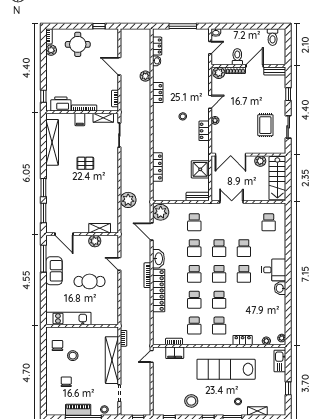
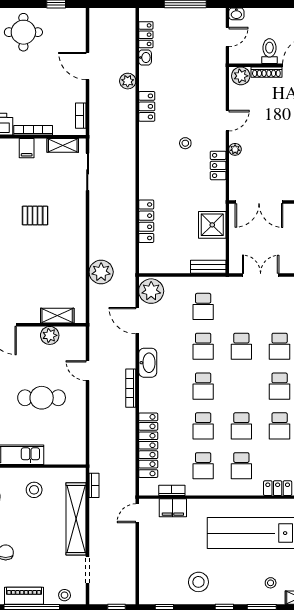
school desk: (219, 274) -> (280, 426), moved
locker: (159, 290) -> (148, 445), moved
stool: (73, 356) -> (34, 490), moved

